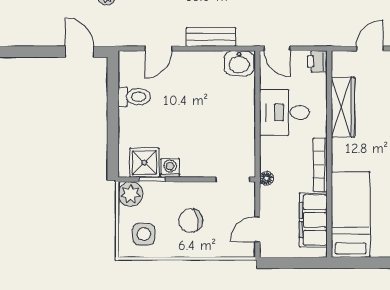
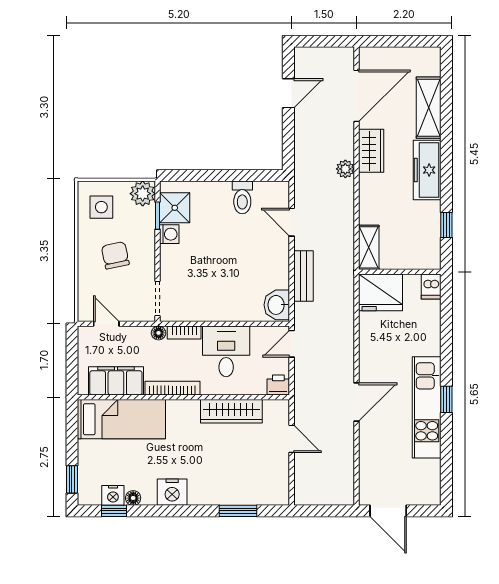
door: (80, 52) -> (288, 93), moved
bookcase: (266, 153) -> (184, 333), added

